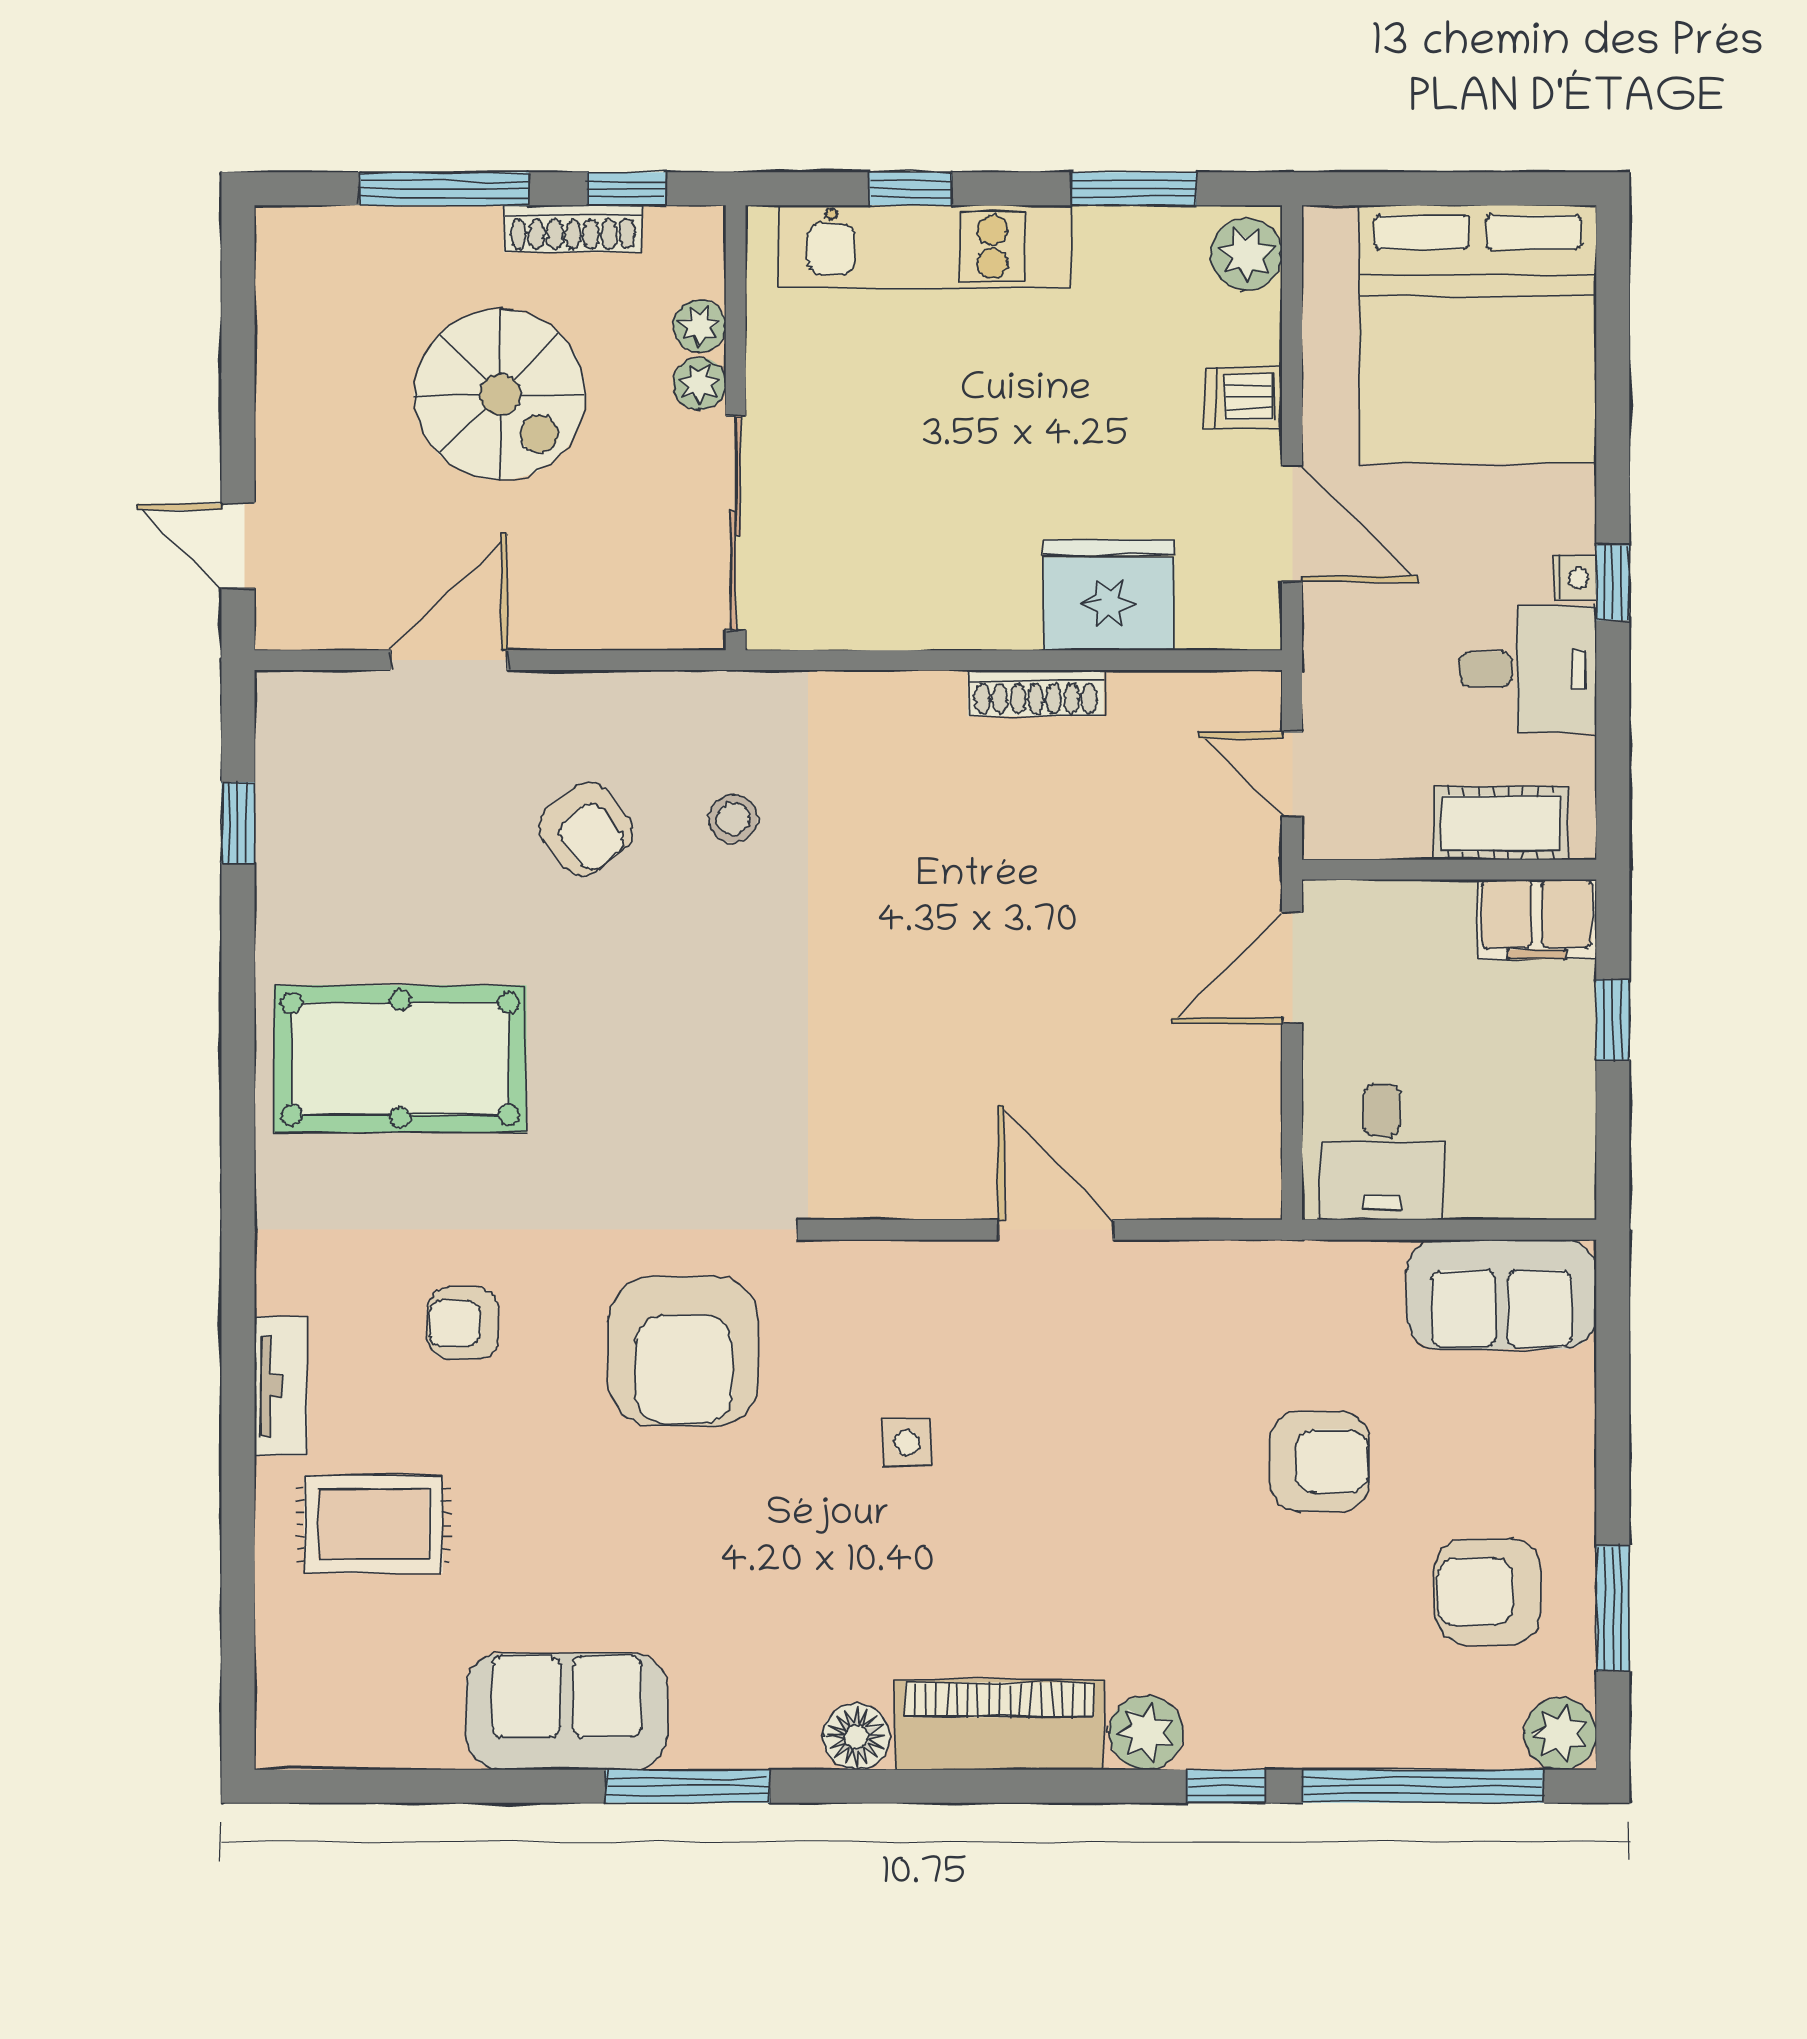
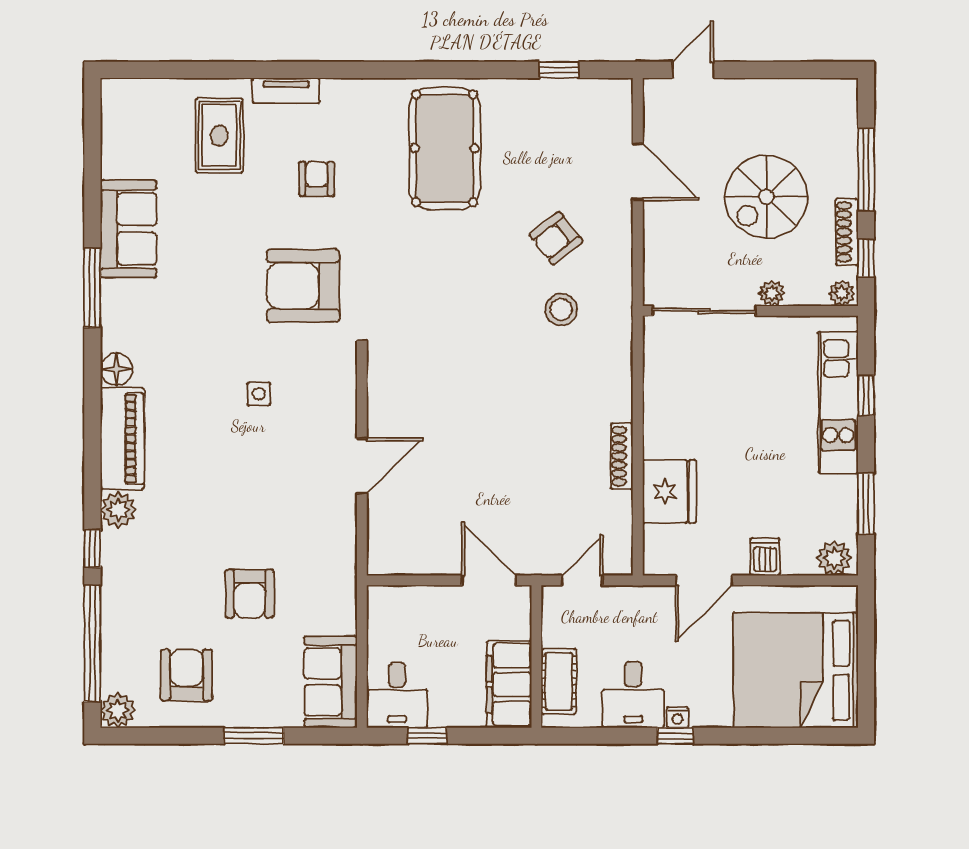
plant: (700, 326) -> (842, 293), moved
stool: (733, 818) -> (561, 310), width x1.37, depth x1.37
filing cabinet: (1537, 919) -> (509, 684), width x1.50, depth x1.17
window: (1613, 1020) -> (428, 736), moved
desk: (1382, 1152) -> (397, 695), moved, turned -90
window: (1613, 1609) -> (254, 736), moved

